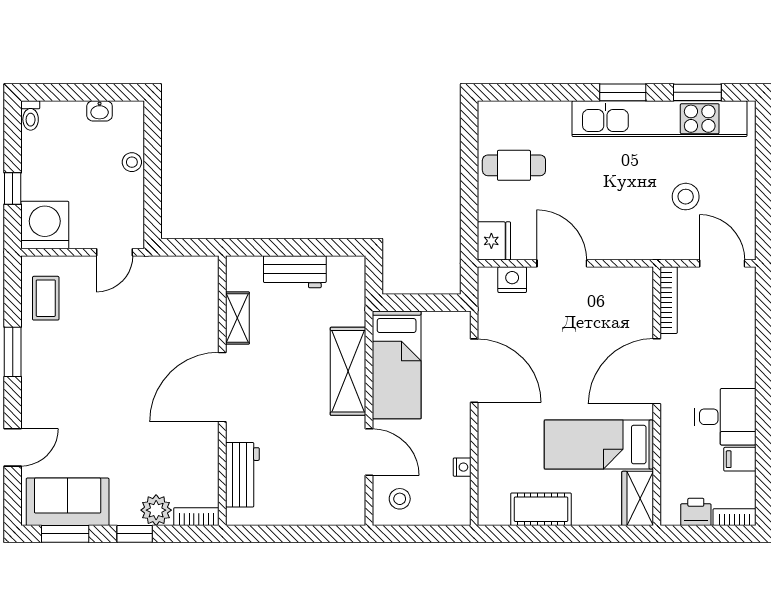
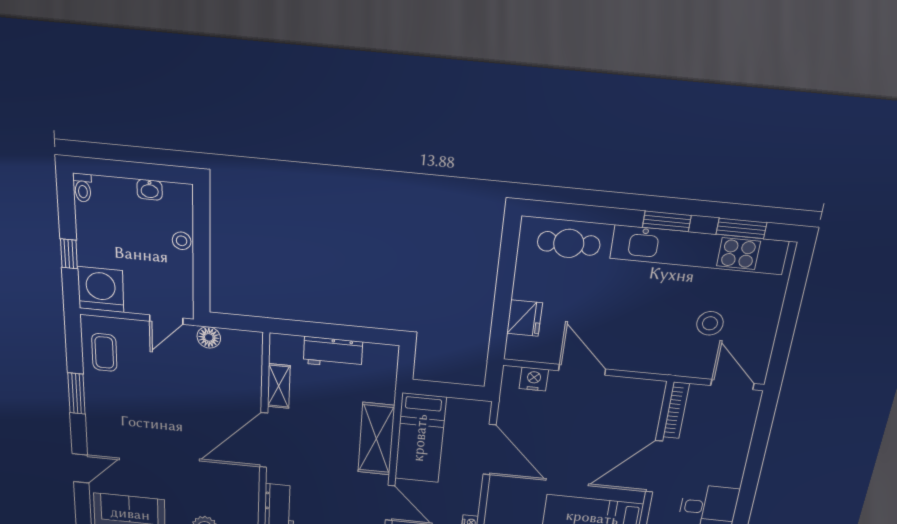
cafe table: (514, 165) -> (569, 243), moved
fridge: (494, 241) -> (525, 318), moved
floor lamp: (160, 268) -> (209, 337), added

